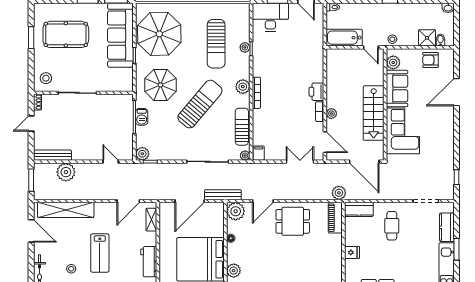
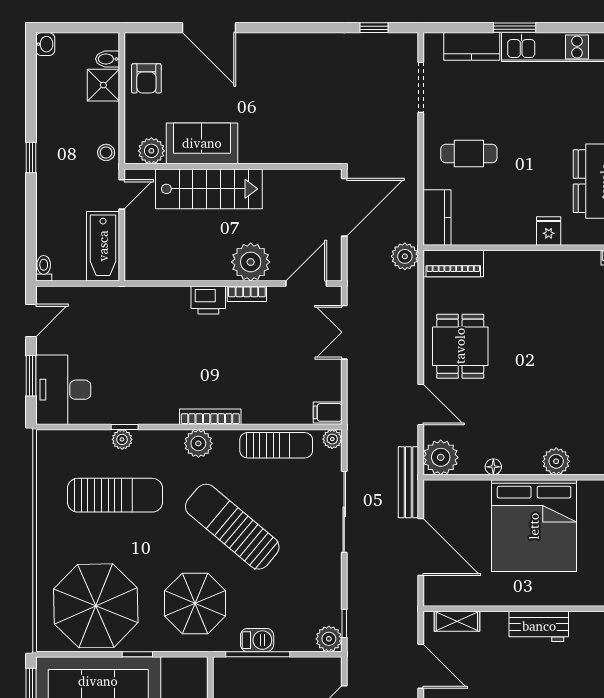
stairs: (374, 113) -> (209, 189), moved
plant: (331, 114) -> (251, 262), width x1.88, depth x1.88
sun lounger: (242, 127) -> (276, 445), turned 180
corner sofa: (403, 131) -> (284, 132), removed
fridge: (352, 252) -> (549, 231), moved

